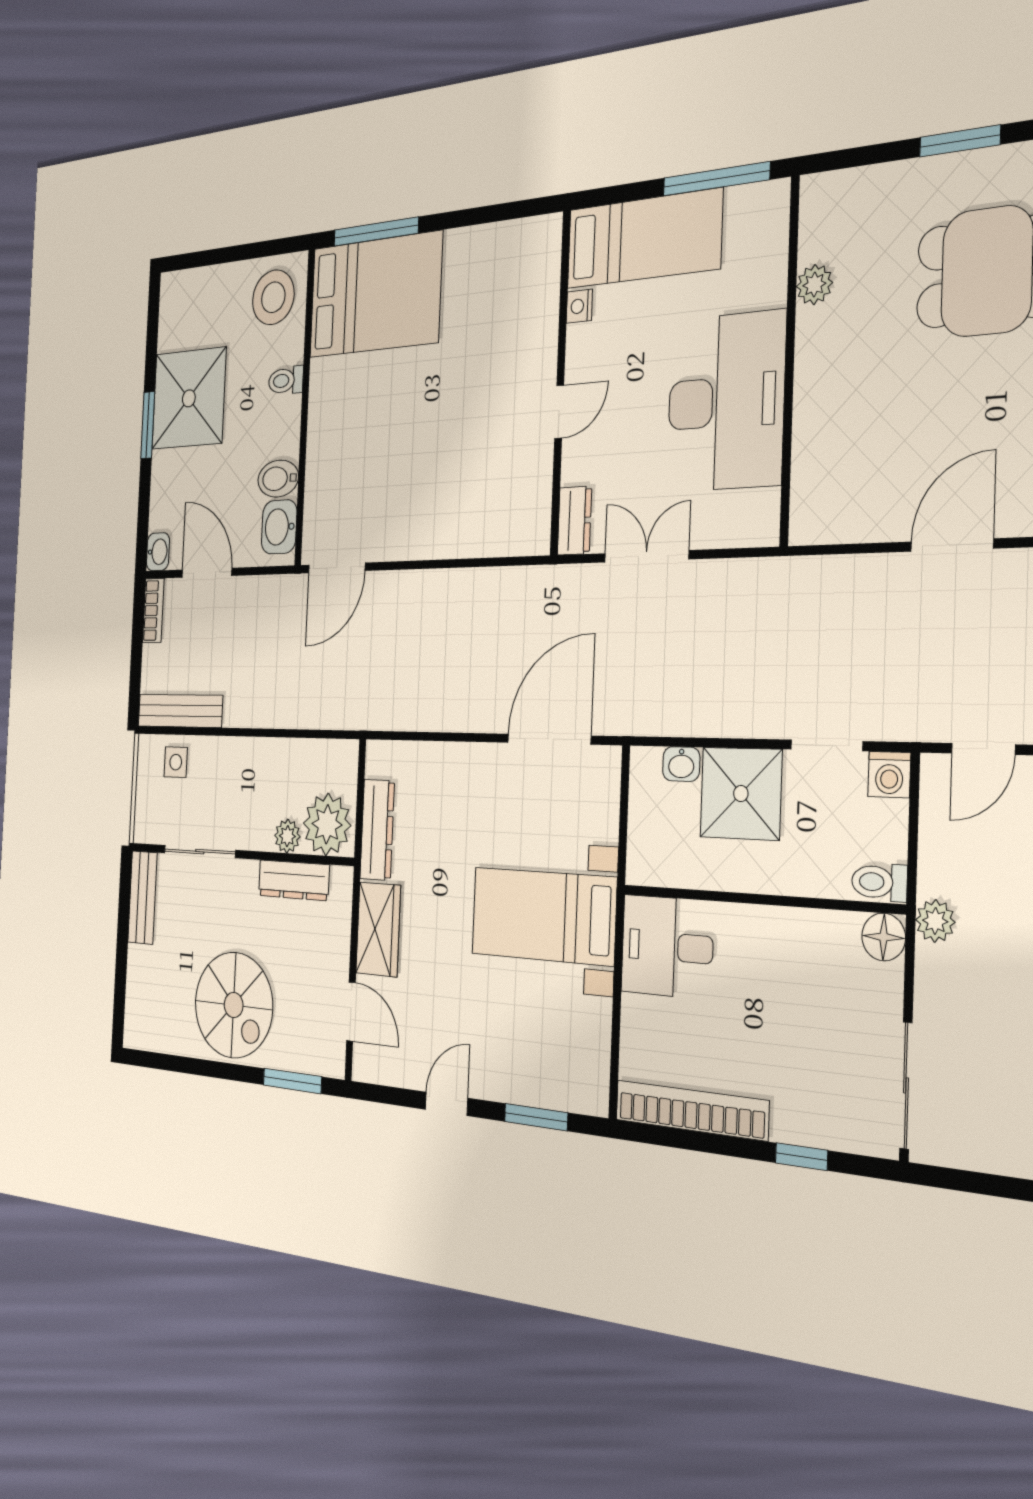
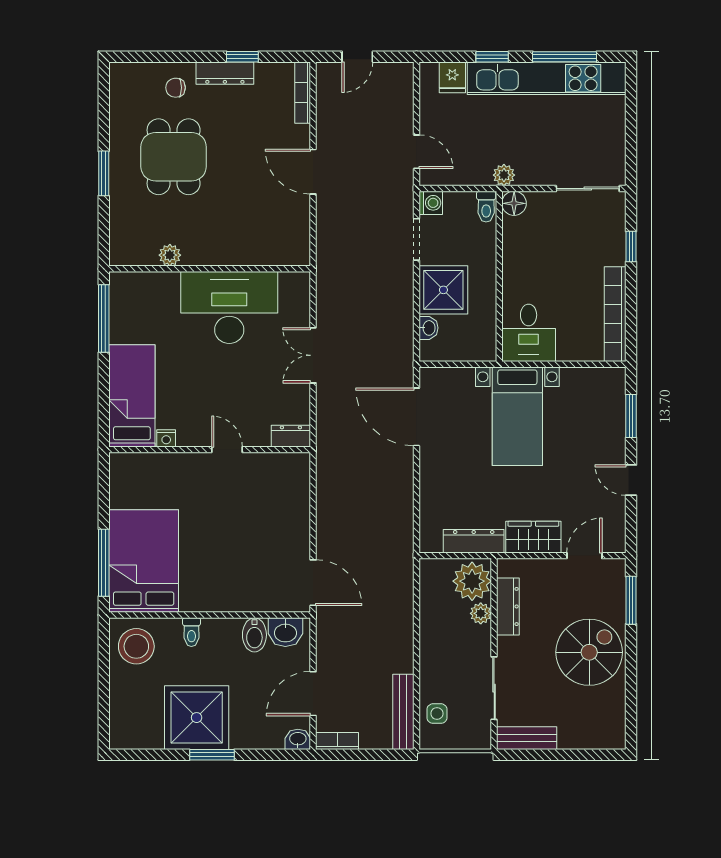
bed: (644, 239) -> (132, 396), moved
nightstand: (579, 306) -> (166, 438), moved
wall: (560, 382) -> (210, 450), moved
door: (559, 412) -> (227, 450), moved
dresser: (574, 521) -> (291, 436), moved

